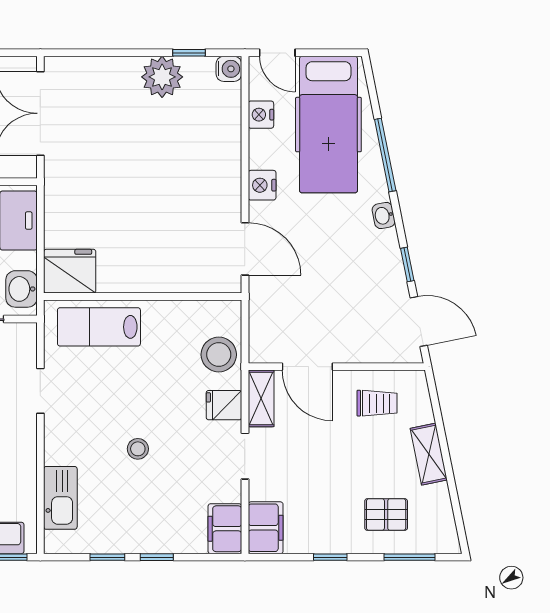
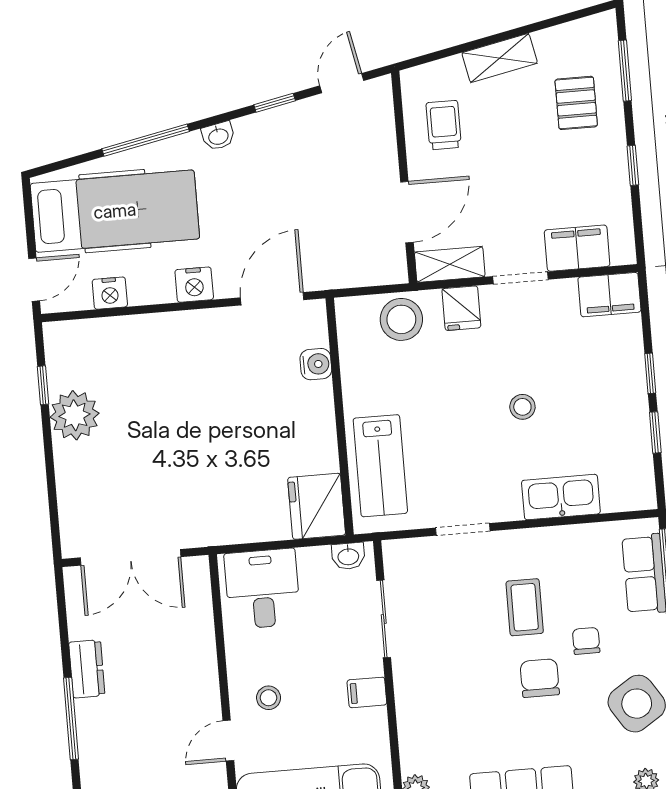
water cooler: (229, 69) -> (316, 364), moved, turned 90
washbasin: (21, 289) -> (348, 556), width x0.72, depth x0.69
door: (419, 322) -> (342, 83), width x0.73
kitchen sink: (60, 498) -> (561, 497), moved
filing cabinet: (266, 528) -> (577, 248), moved

